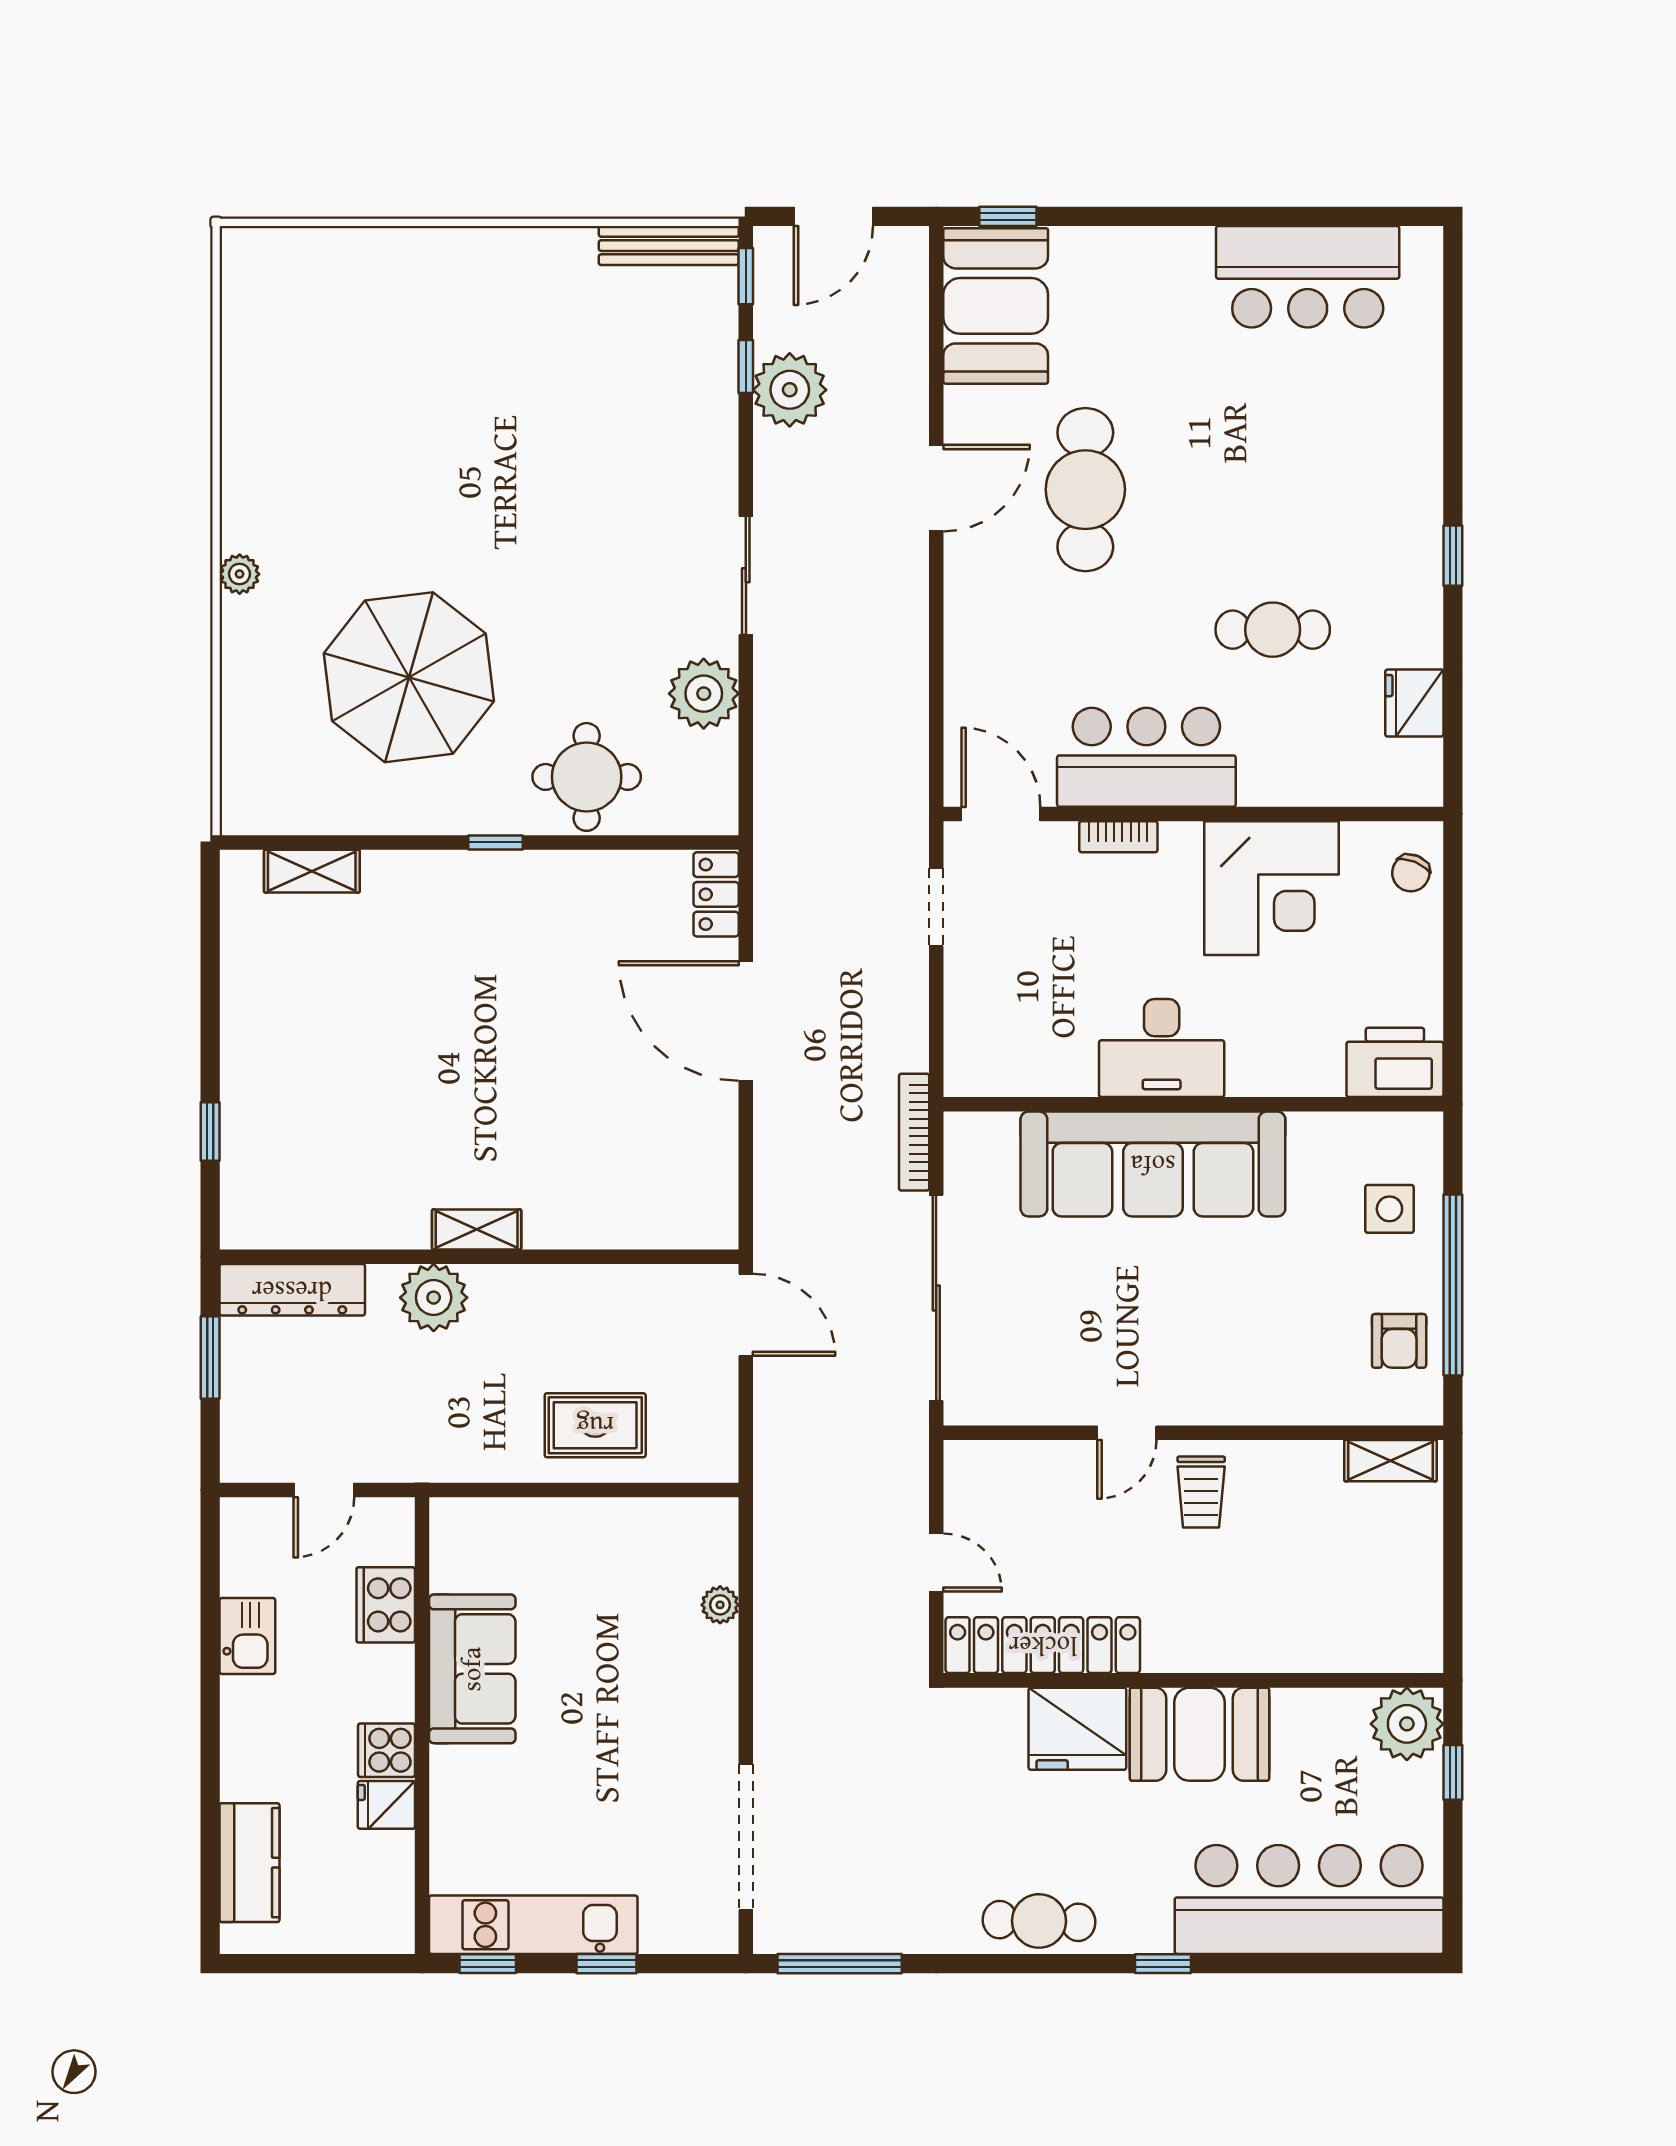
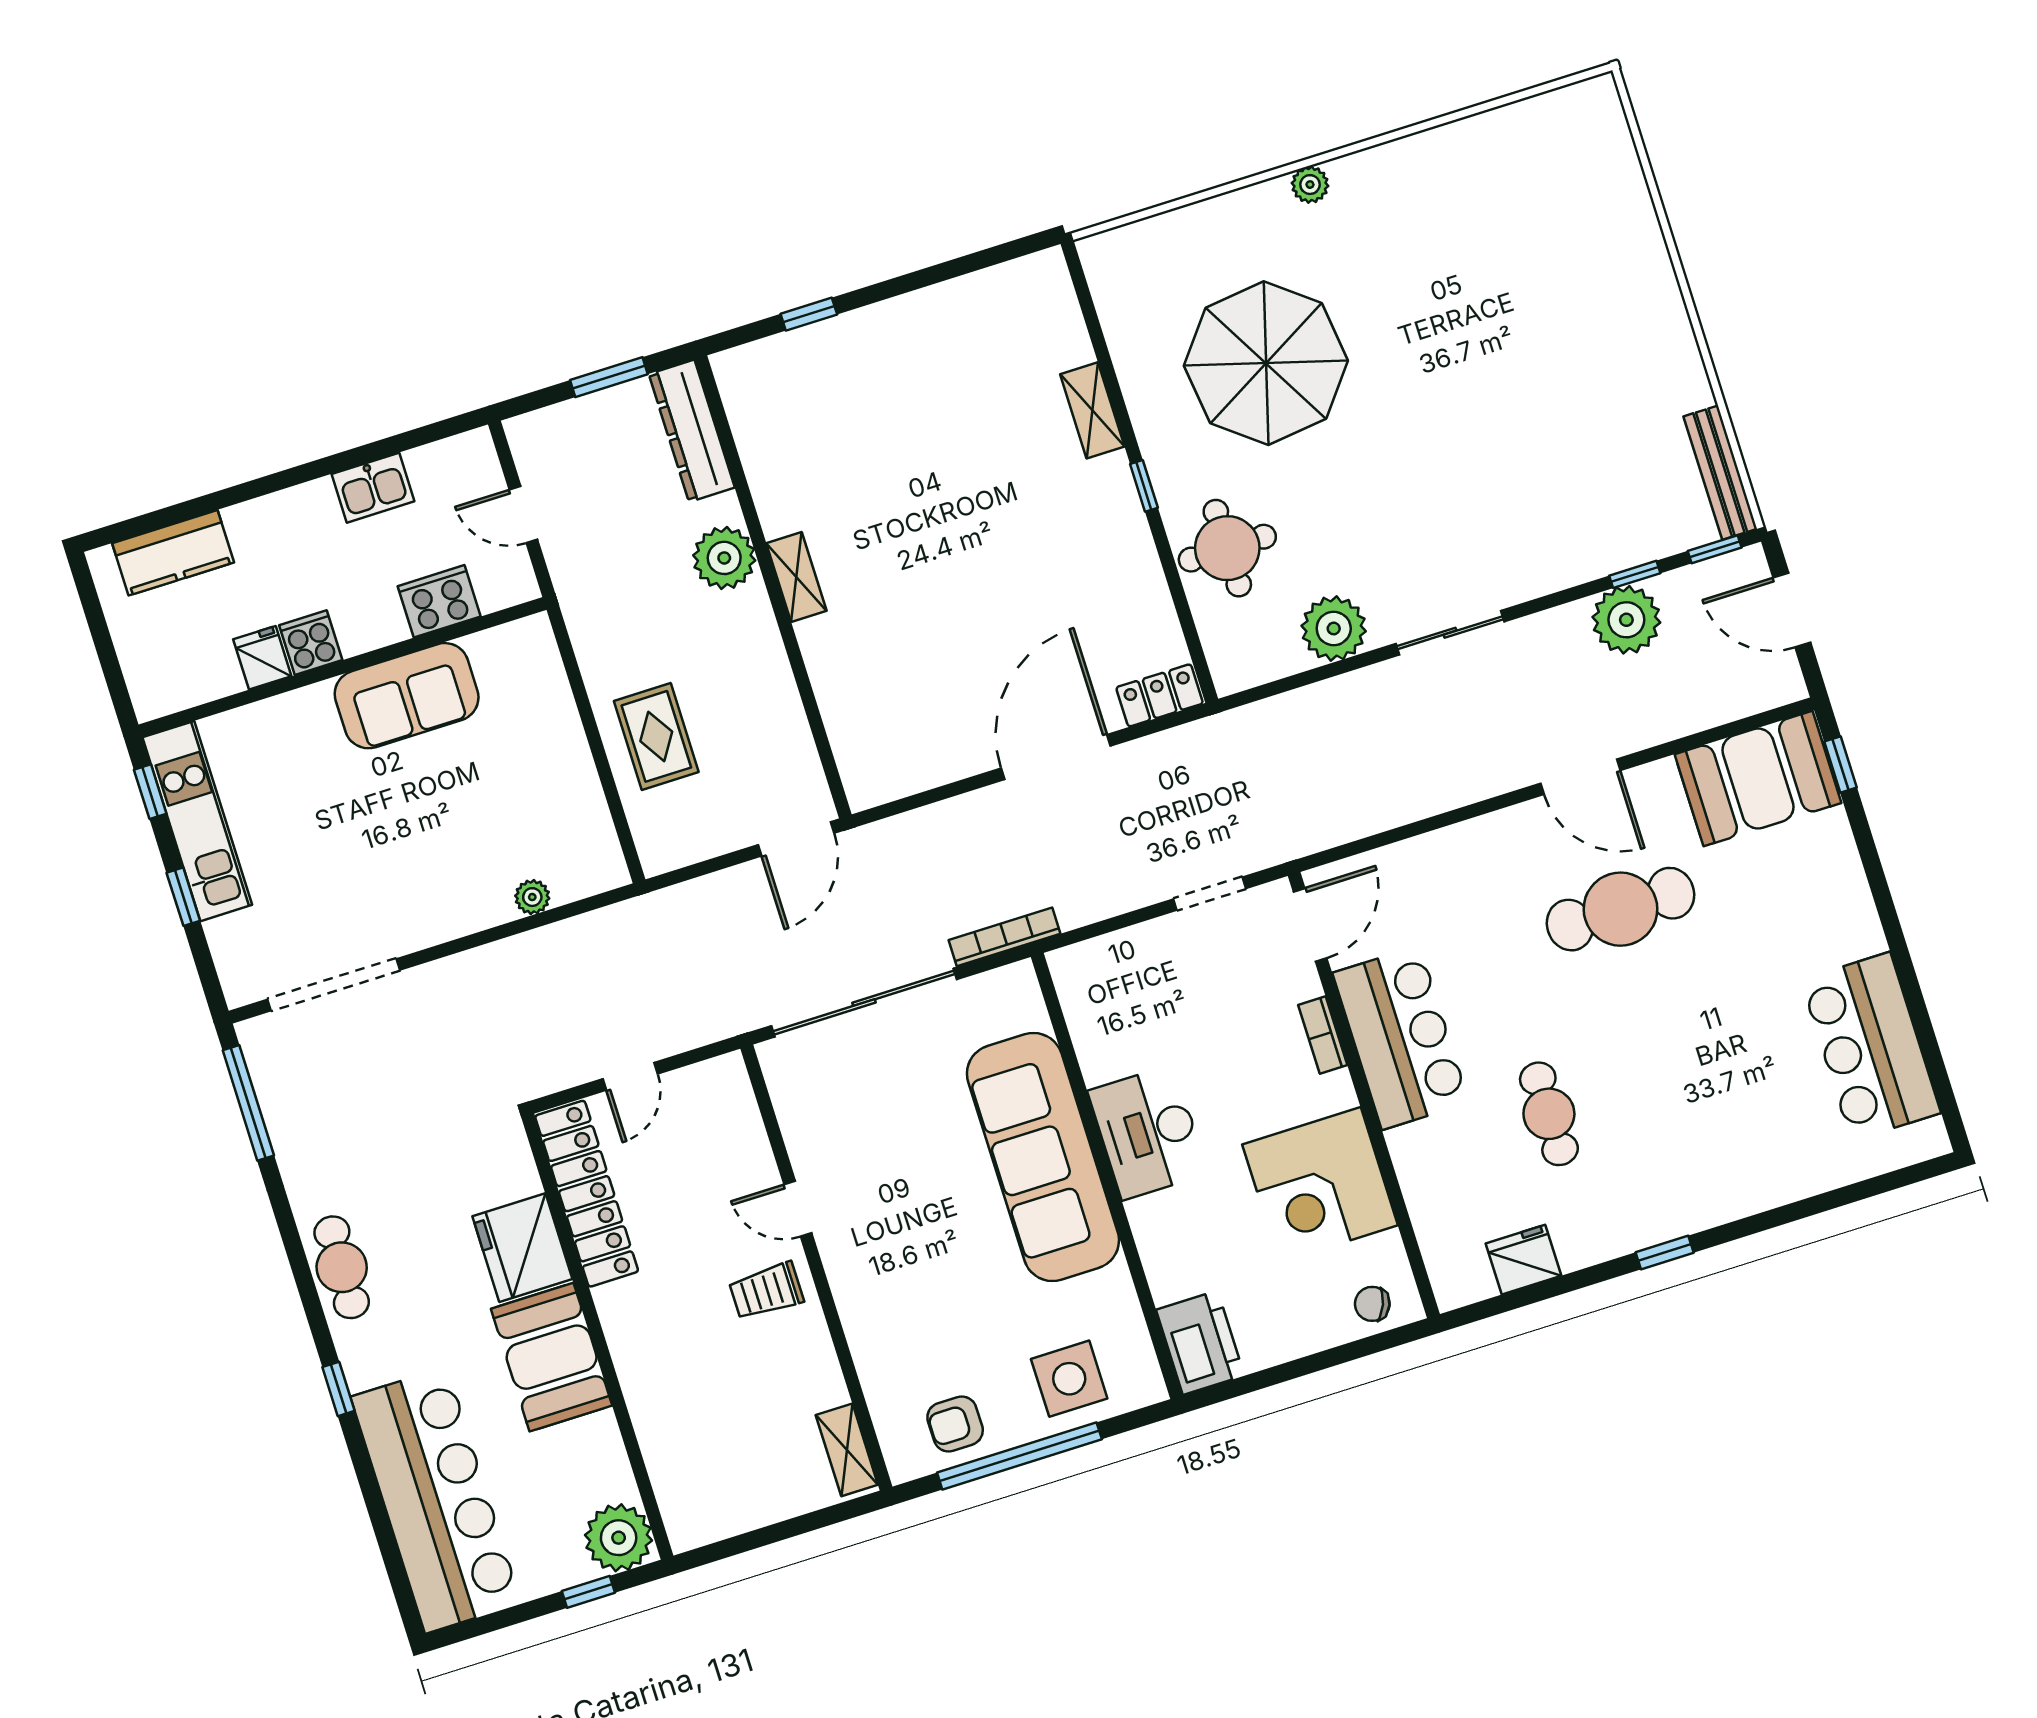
shelving: (312, 871) -> (1092, 410), moved
side table: (1389, 1209) -> (1069, 1379), width x1.37, depth x1.37

